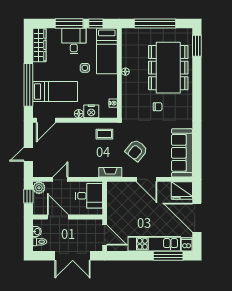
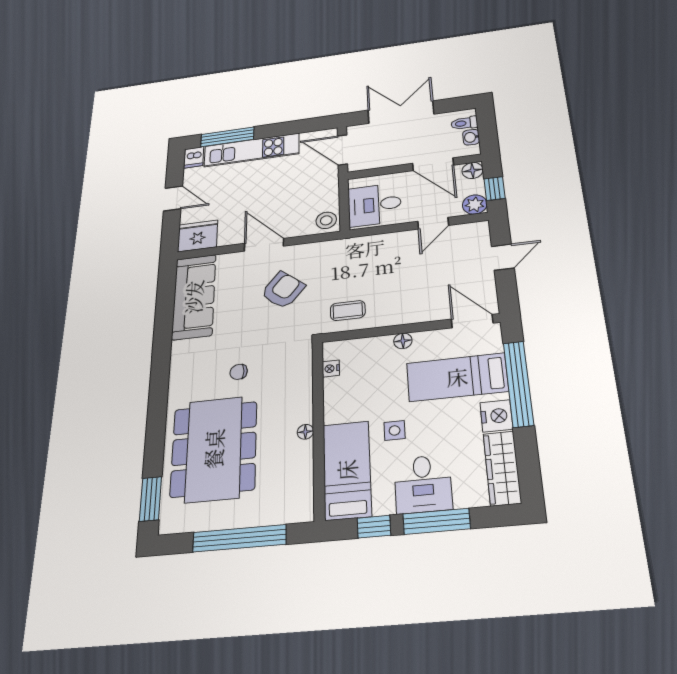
nightstand: (91, 111) -> (496, 416), moved, turned 90
door: (46, 120) -> (472, 321), hinge flipped
fireplace: (110, 172) -> (334, 247), removed
stool: (114, 190) -> (326, 220), added
floor lamp: (38, 209) -> (473, 170), added
door: (197, 218) -> (173, 198), width x0.53

